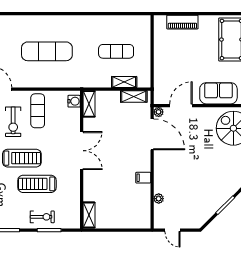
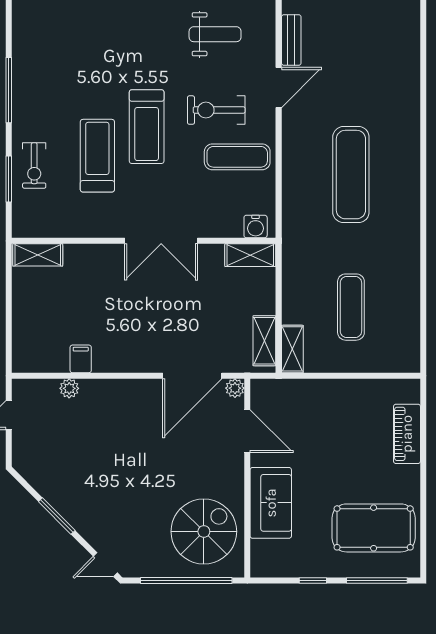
shelving: (124, 82) -> (292, 349), moved
filing cabinet: (143, 178) -> (81, 359), moved

